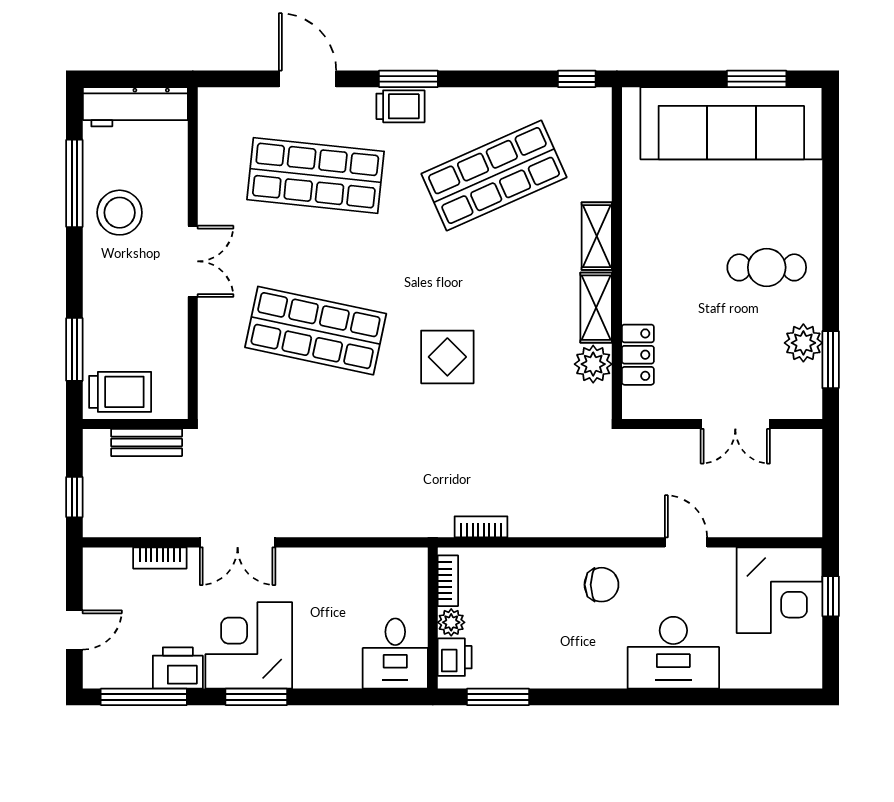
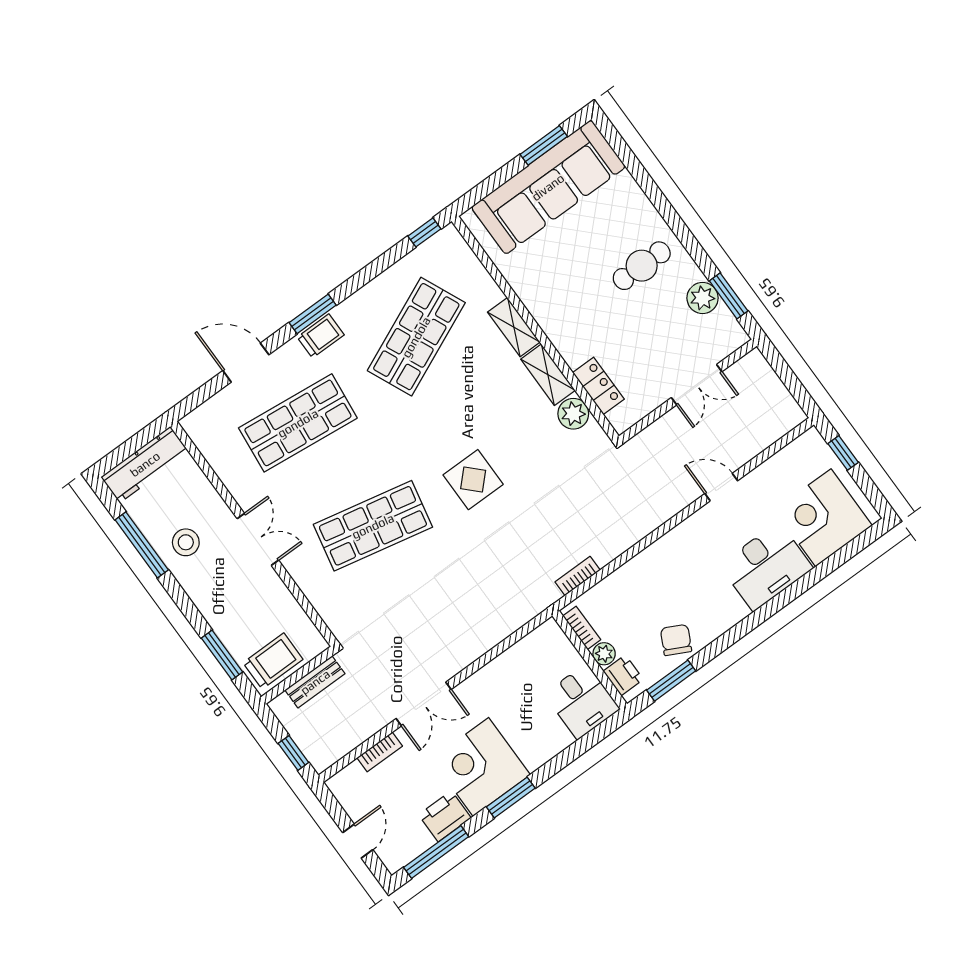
stool: (120, 213) -> (186, 542), width x0.73, depth x0.73
chair: (602, 585) -> (676, 640), moved, turned -63
corner desk: (779, 590) -> (823, 518), moved, turned 180

